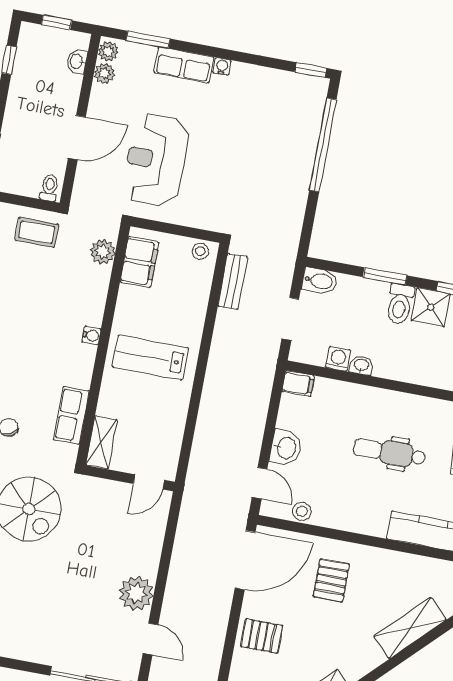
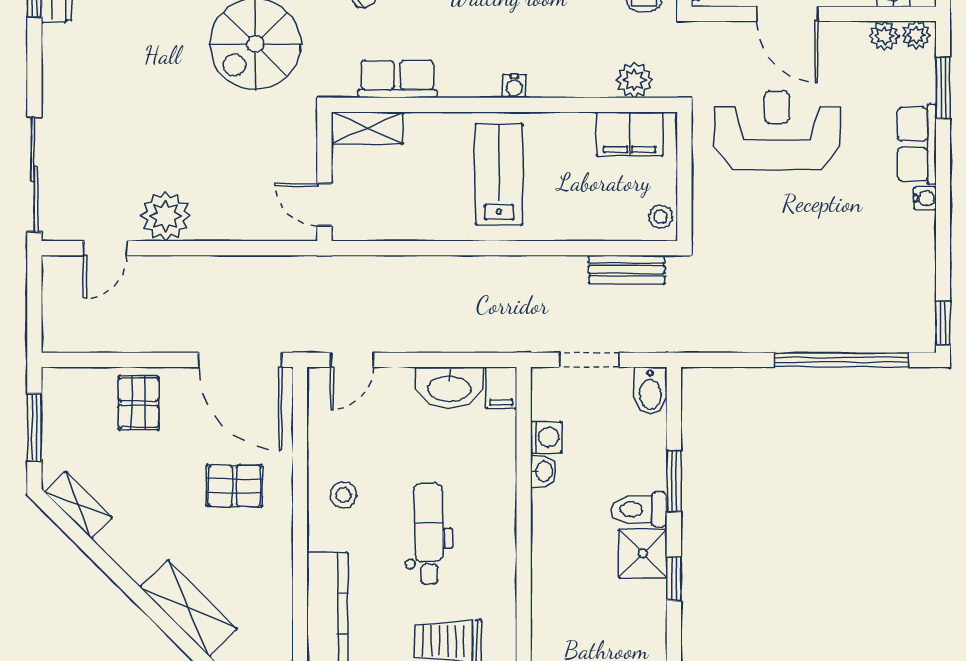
washbasin: (286, 448) -> (449, 387), moved, width x1.38
stool: (302, 511) -> (343, 495), moved

